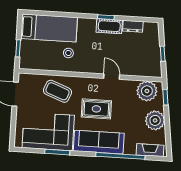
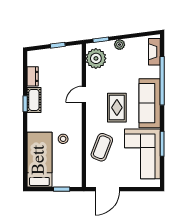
plant: (155, 120) -> (120, 45), width x0.53, depth x0.53

